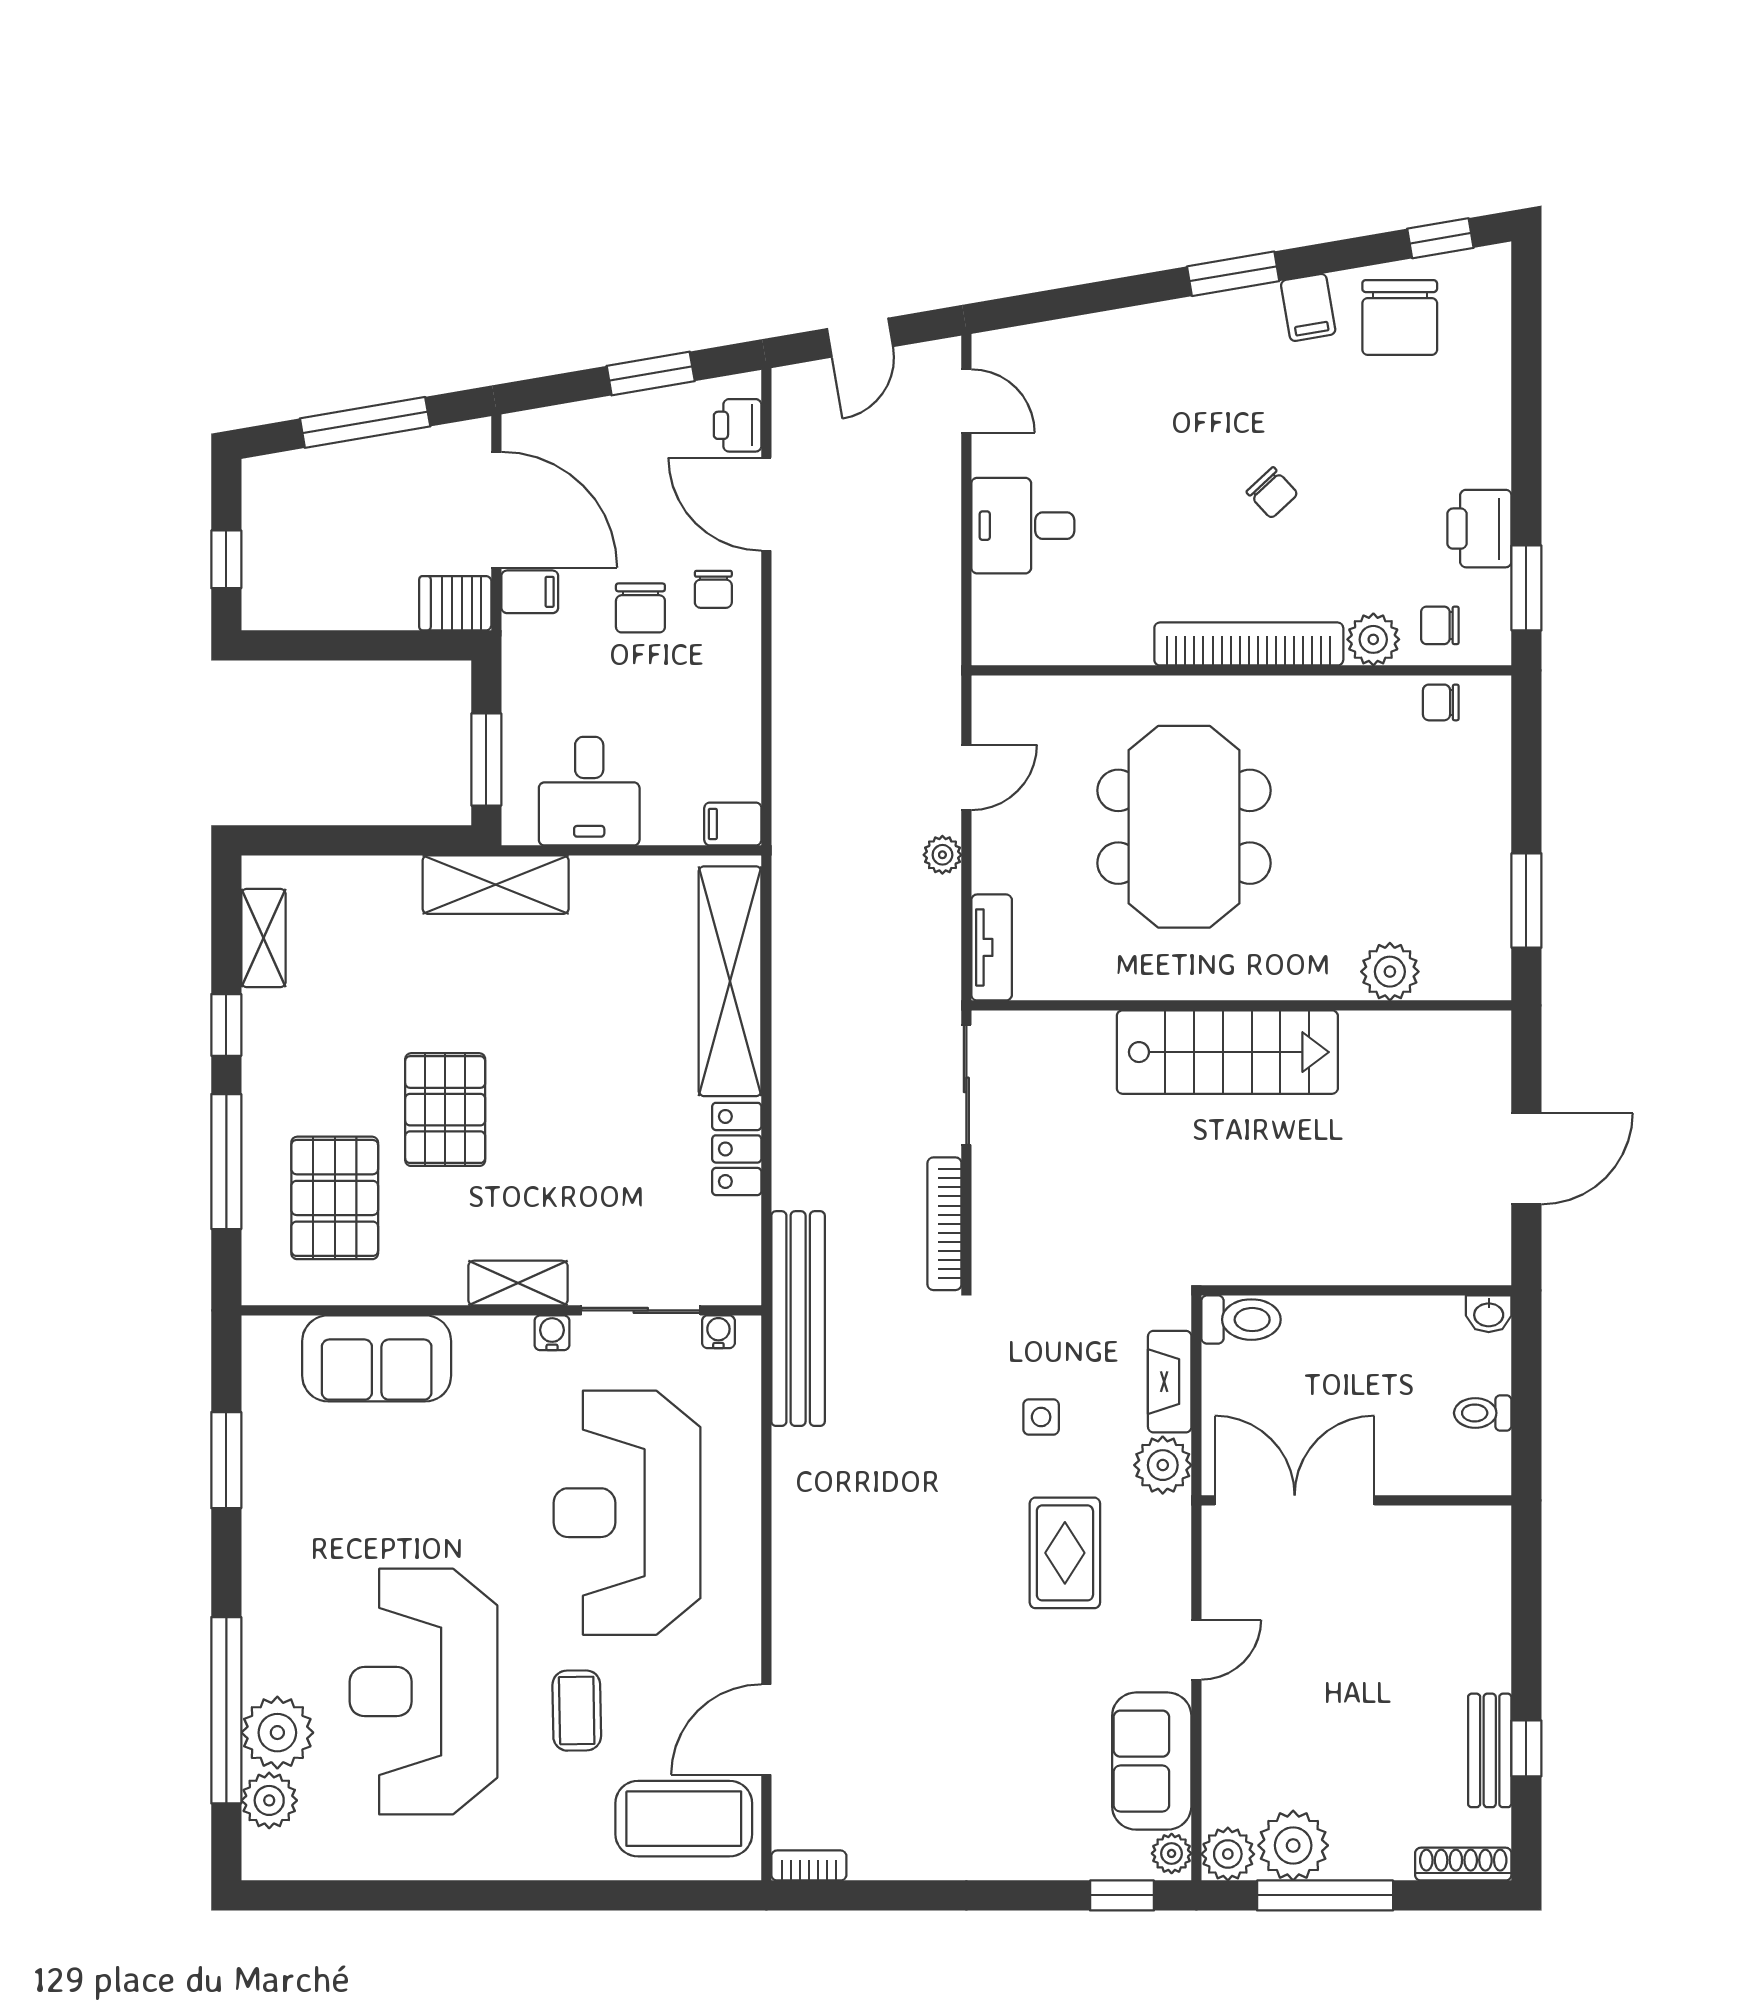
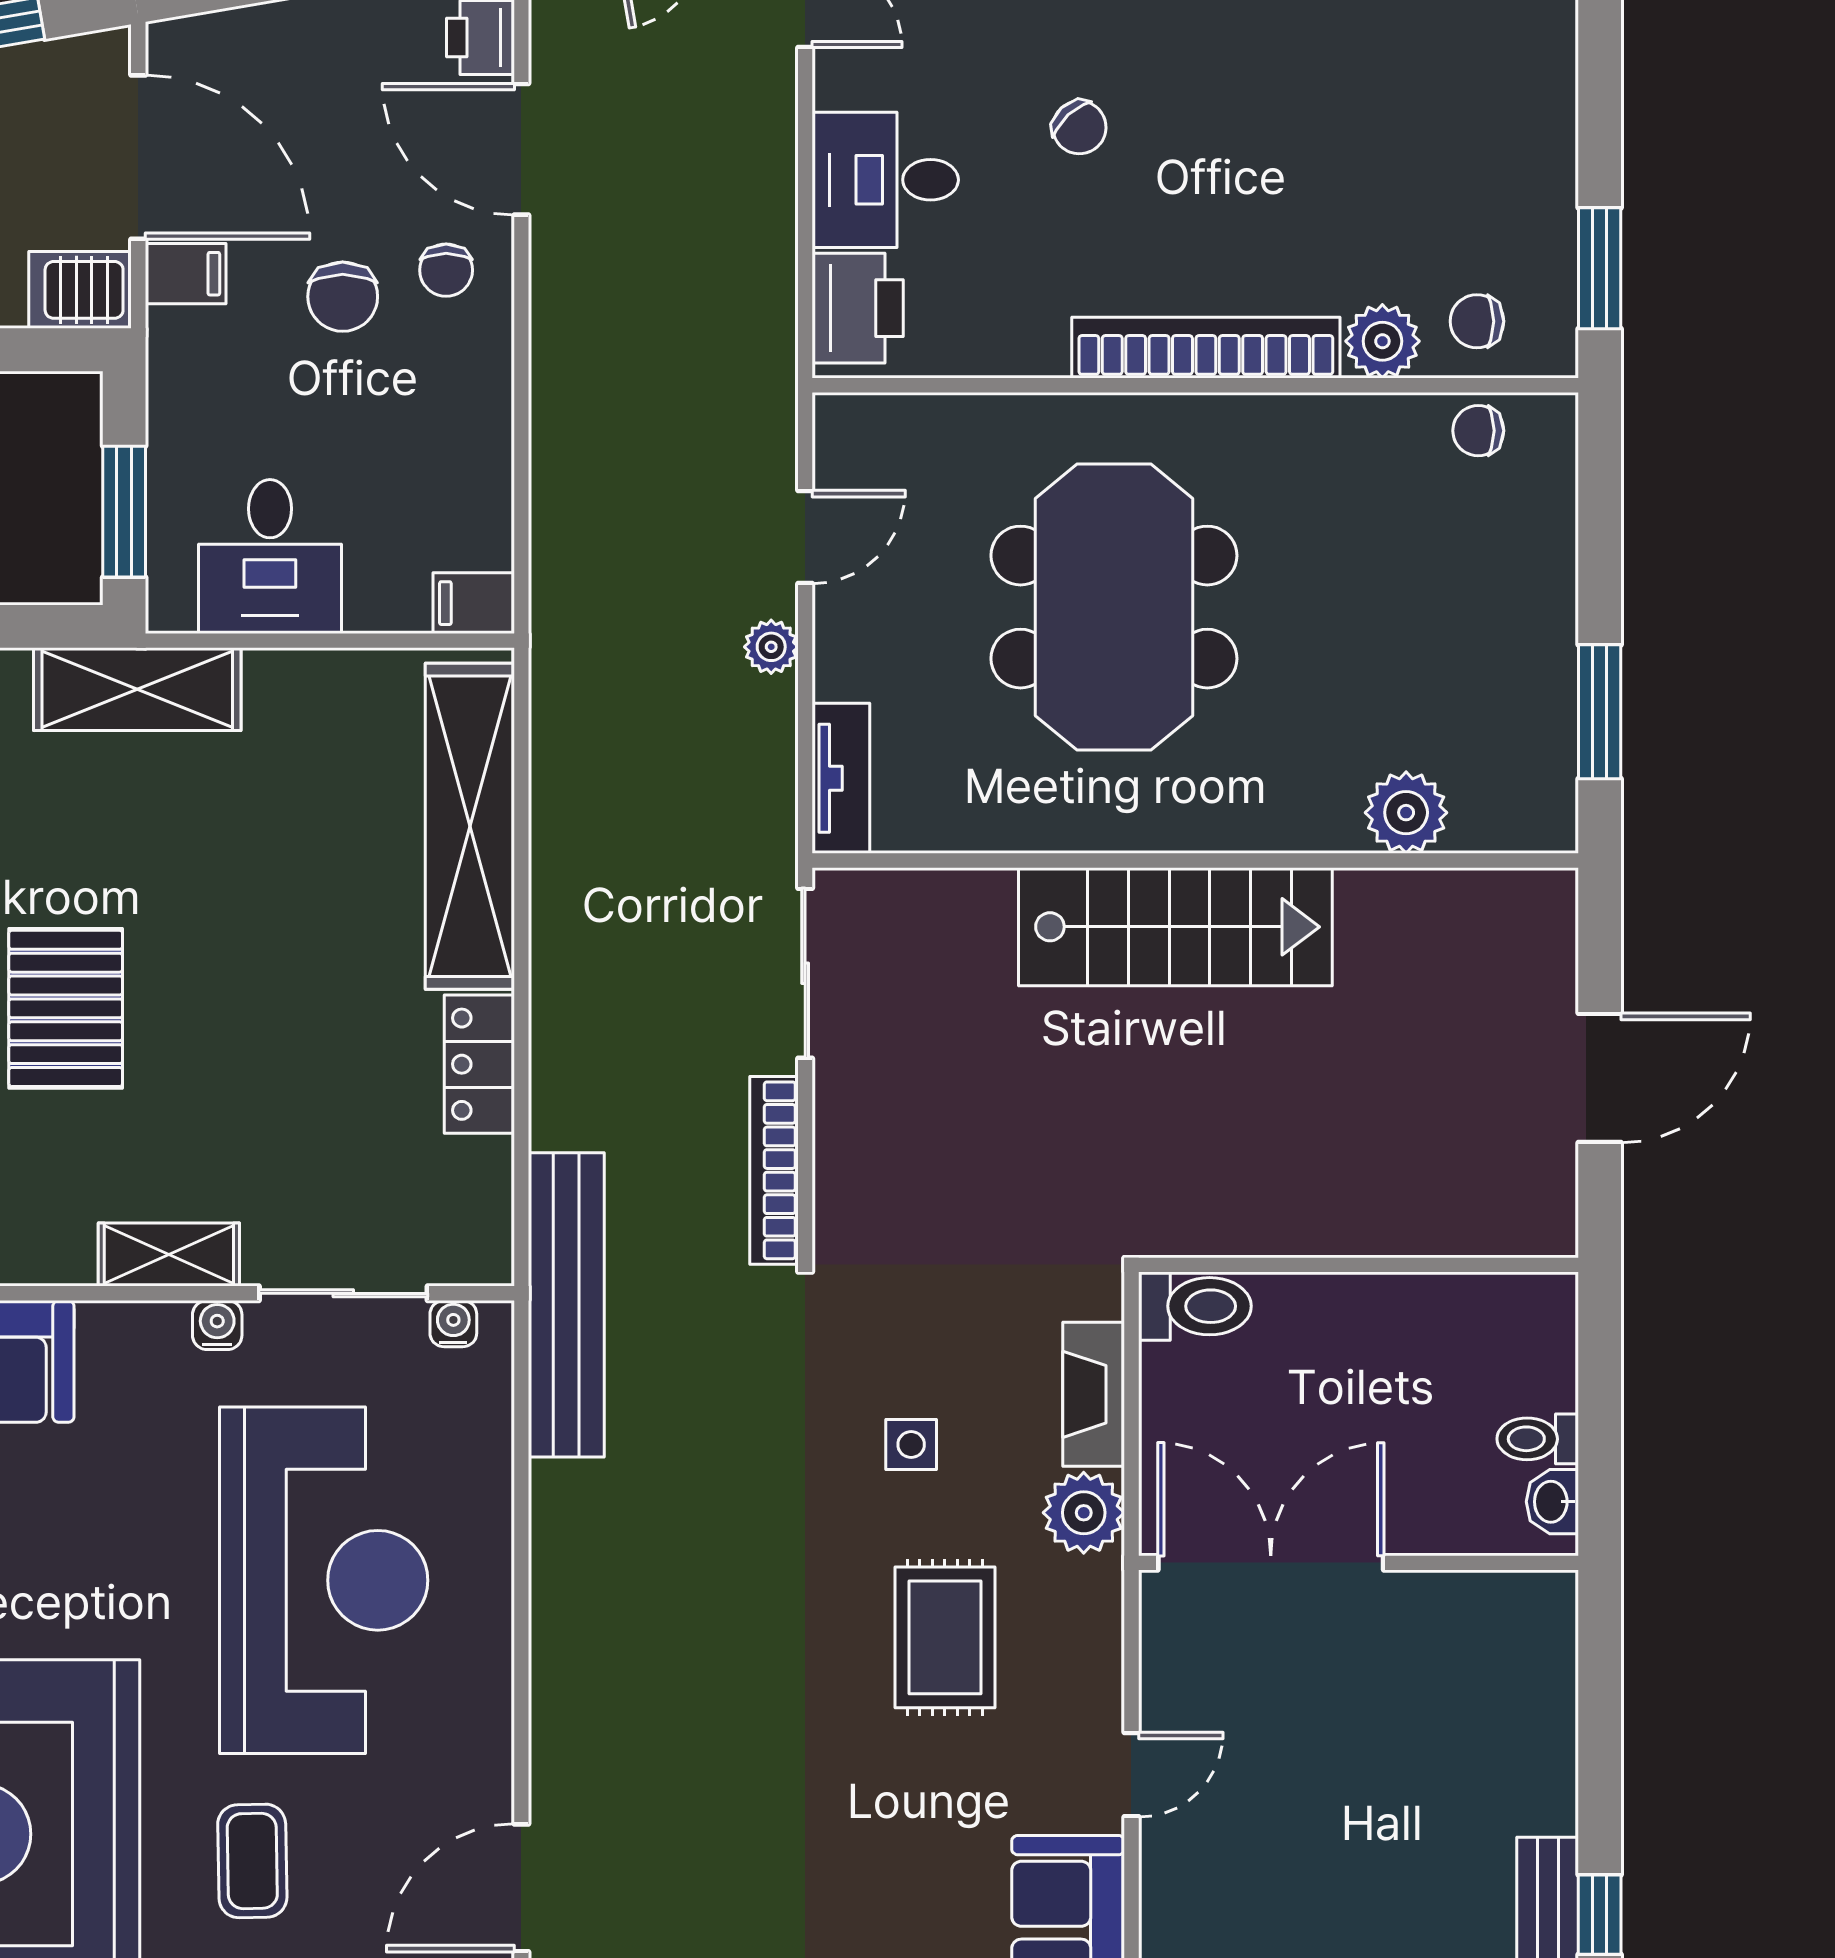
chair: (1272, 493) -> (1079, 127), moved
printer: (1479, 529) -> (858, 308), moved, turned 180
washbasin: (1489, 1314) -> (1552, 1502), moved, turned 90
reception desk: (627, 1513) -> (324, 1580), turned 180

